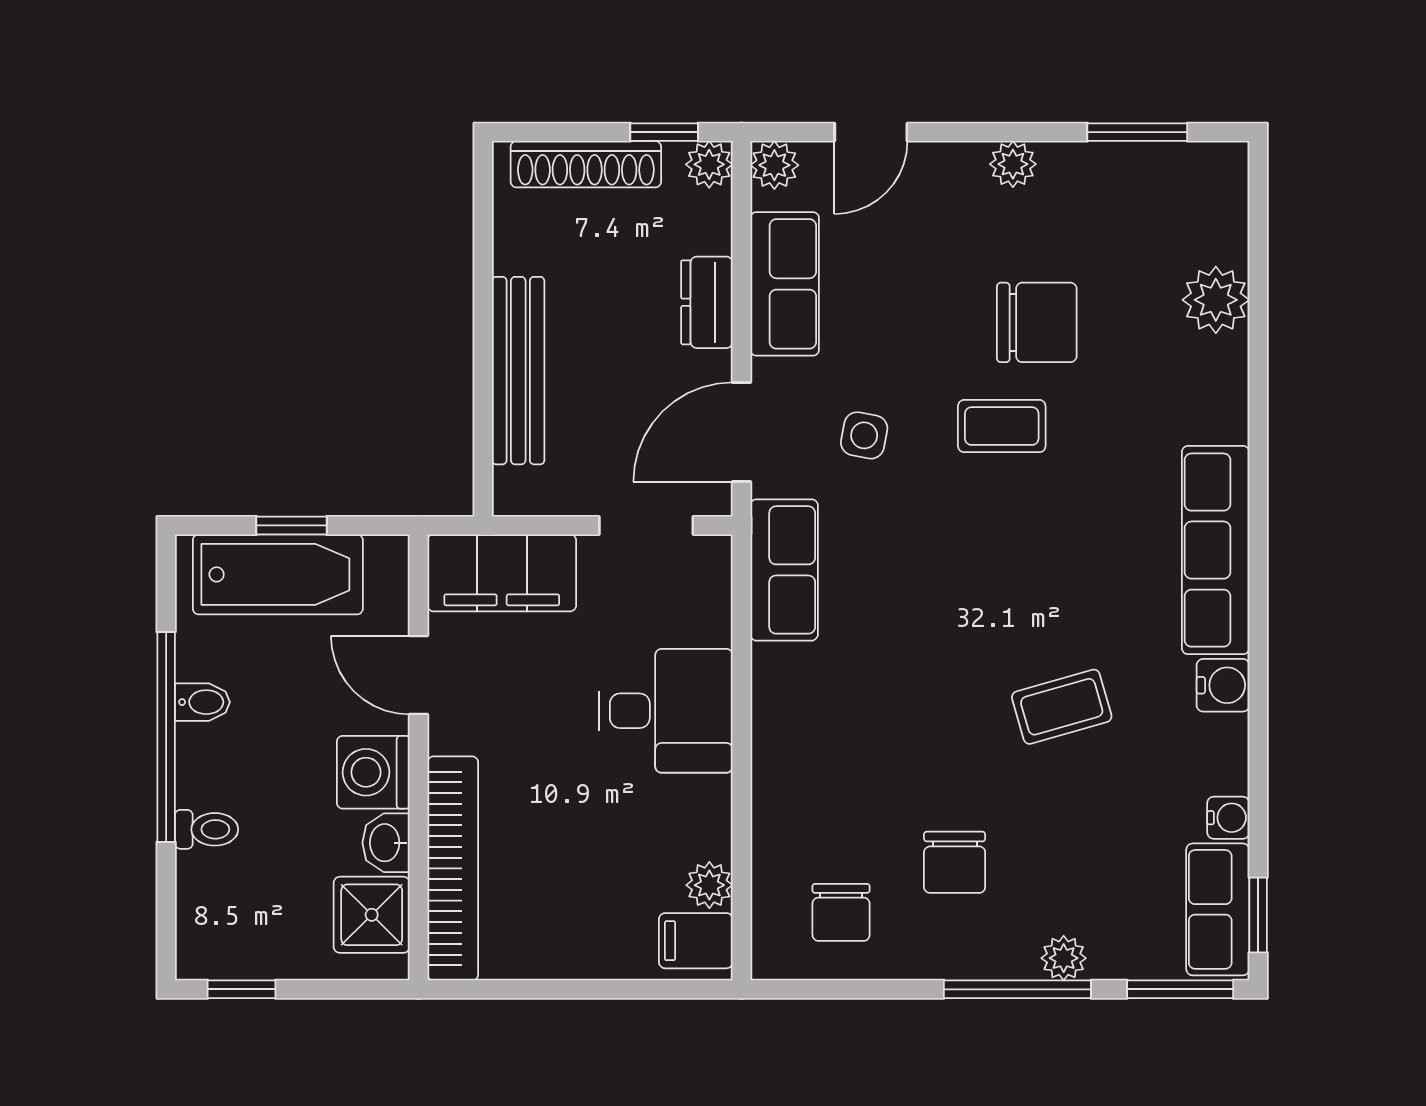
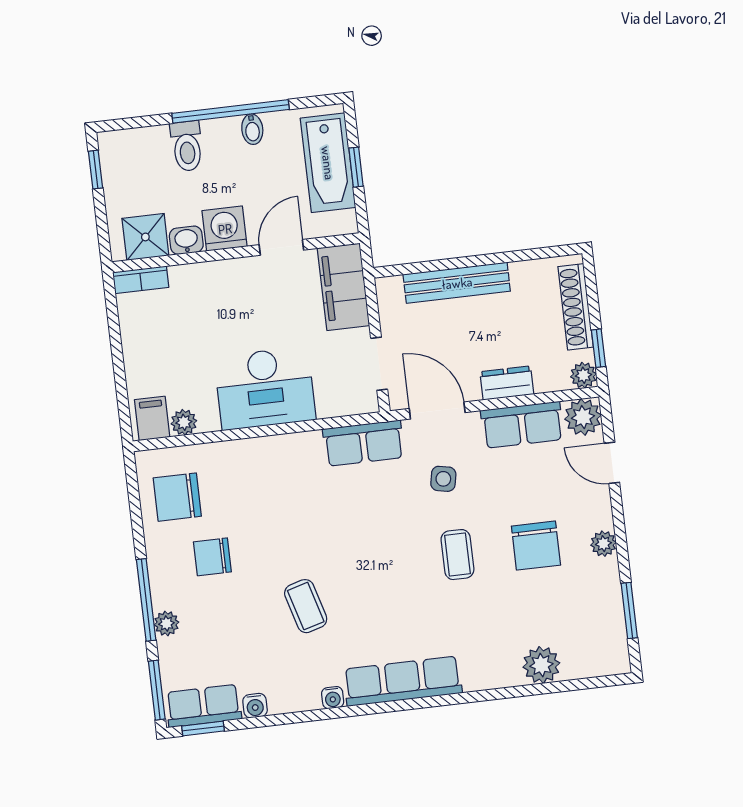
plant: (774, 165) -> (583, 417), width x1.38, depth x1.38
chair: (1037, 322) -> (536, 546), moved
water cooler: (1223, 685) -> (333, 698), width x0.72, depth x0.72
desk: (666, 711) -> (265, 388), width x1.37
toilet: (207, 829) -> (187, 146), width x1.37, depth x1.39
bookcase: (453, 868) -> (141, 280), width x0.43, depth x0.76
chair: (841, 912) -> (177, 497), width x1.37, depth x1.37

